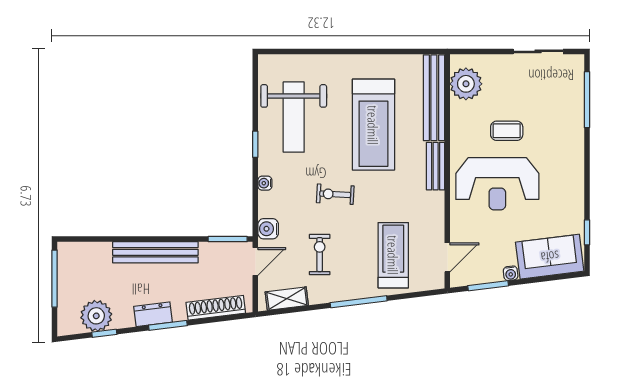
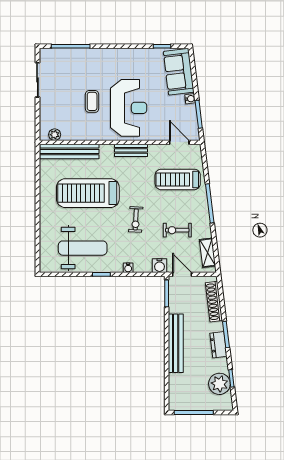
plant: (466, 84) -> (55, 135), width x0.53, depth x0.53
treadmill: (373, 125) -> (88, 193), turned 180
bench: (436, 166) -> (131, 150), moved

